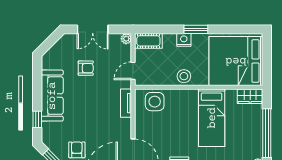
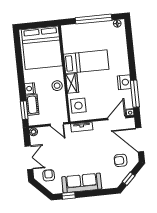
window: (196, 29) -> (24, 110), moved
cot: (148, 41) -> (32, 105), moved
armchair: (86, 68) -> (49, 175), moved
wardrobe: (250, 96) -> (72, 83), moved
window: (37, 119) -> (69, 196), moved

